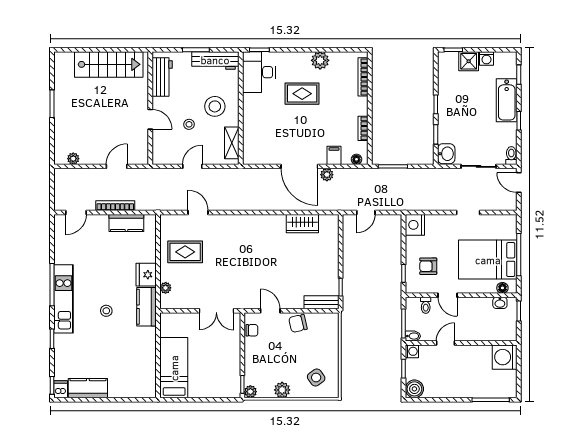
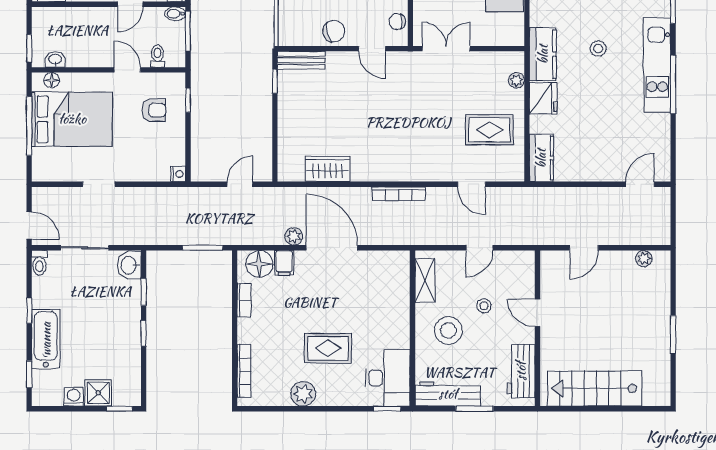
floor lamp: (356, 159) -> (259, 264), width x1.89, depth x1.89
bookcase: (115, 206) -> (398, 194), moved
kitchen counter: (126, 223) -> (541, 158), moved, turned 90
nightstand: (415, 225) -> (178, 174), width x0.53, depth x0.56

